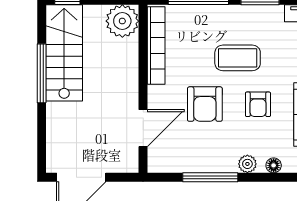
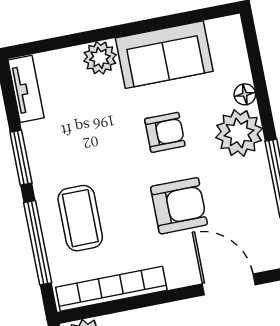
coffee table: (238, 58) -> (80, 218), moved
plant: (247, 164) -> (239, 133), width x1.88, depth x1.88

